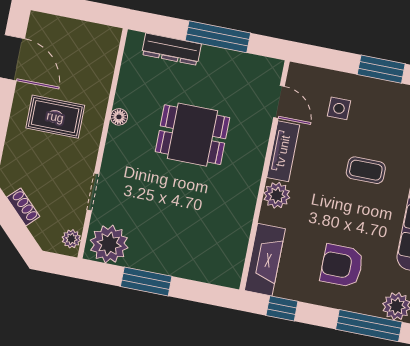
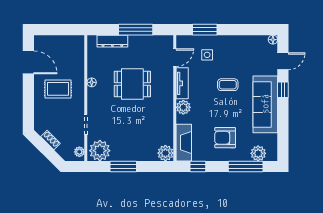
window: (381, 69) -> (205, 30), moved
door: (279, 102) -> (175, 58), hinge flipped
plant: (228, 272) -> (165, 153), added

